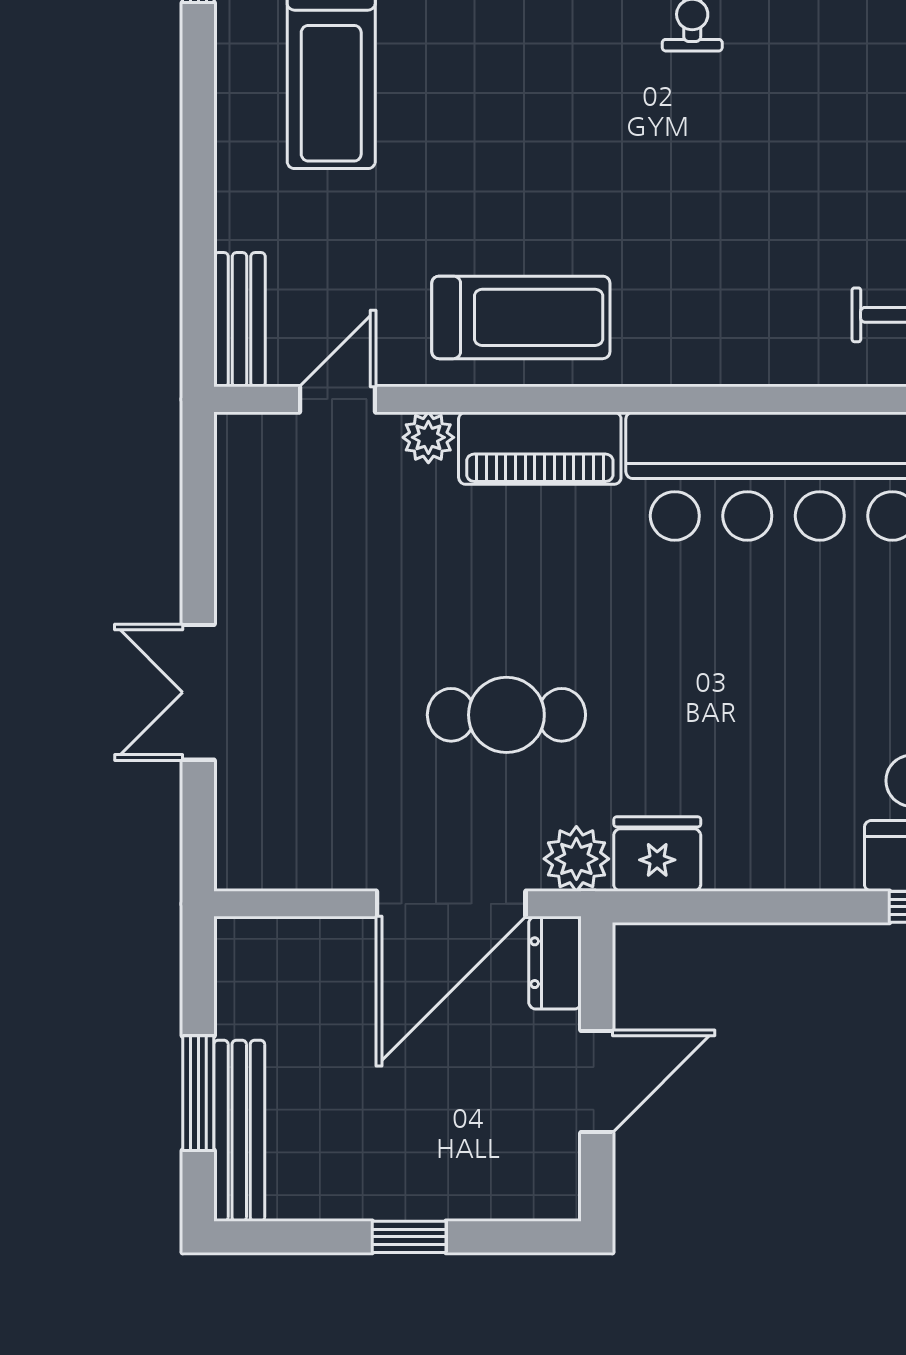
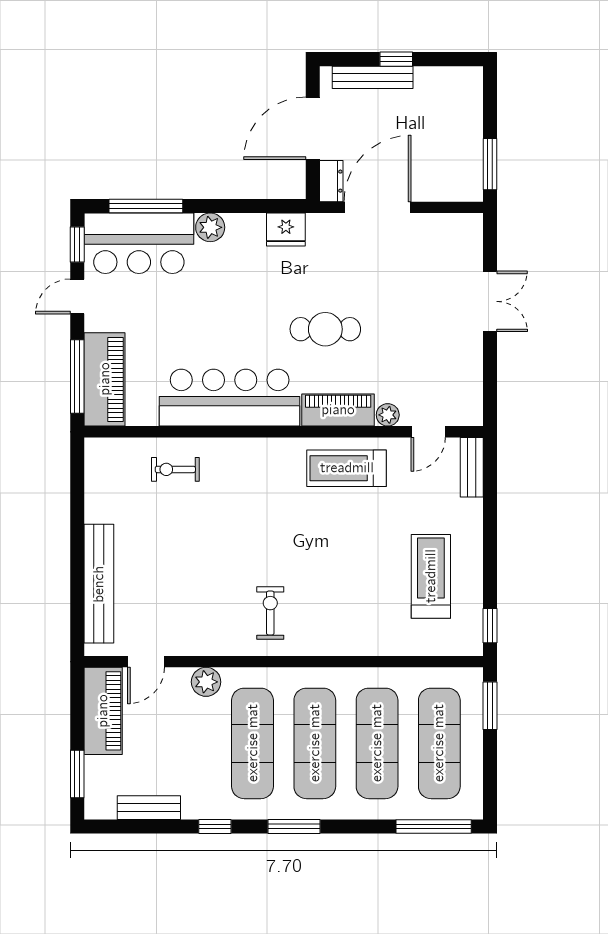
cafe table: (506, 715) -> (325, 329), moved
plant: (576, 859) -> (210, 227), moved
door: (597, 1081) -> (313, 128), width x1.36
window: (198, 1093) -> (490, 164), moved
bench: (239, 1131) -> (373, 77), moved, turned 90

